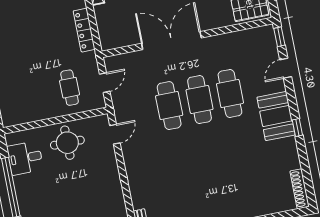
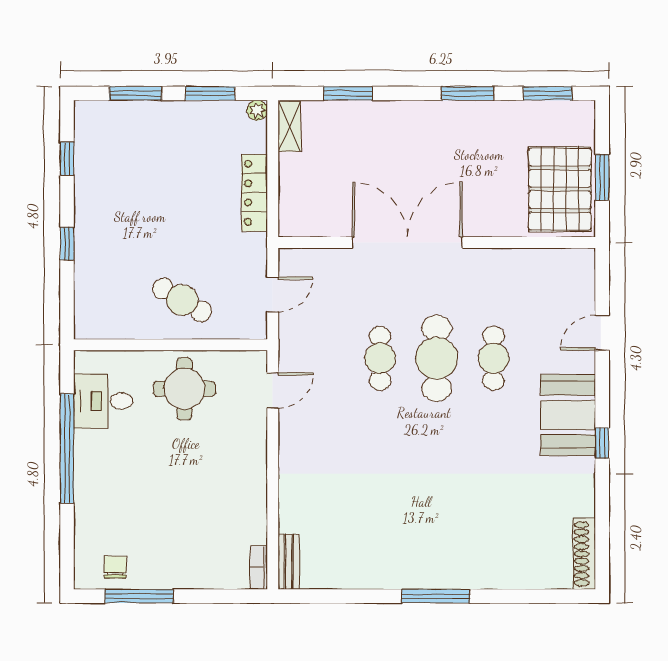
window: (279, 37) -> (602, 274), removed
cafe table: (70, 88) -> (182, 300), moved, turned -59
cafe table: (230, 93) -> (493, 358), width x0.73, depth x0.74
cafe table: (169, 106) -> (380, 358), width x0.73, depth x0.74

